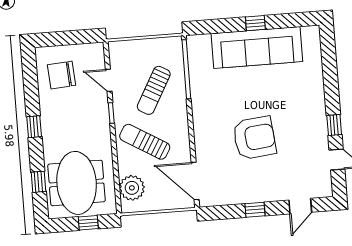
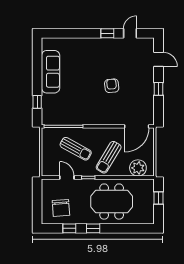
window: (255, 23) -> (37, 102), moved
sofa: (257, 47) -> (51, 72), width x0.74, depth x0.79
door: (109, 80) -> (67, 178), swing flipped
armchair: (254, 138) -> (112, 86), width x0.53, depth x0.53
window: (38, 182) -> (69, 228), moved
meeting table: (77, 183) -> (112, 202), moved

